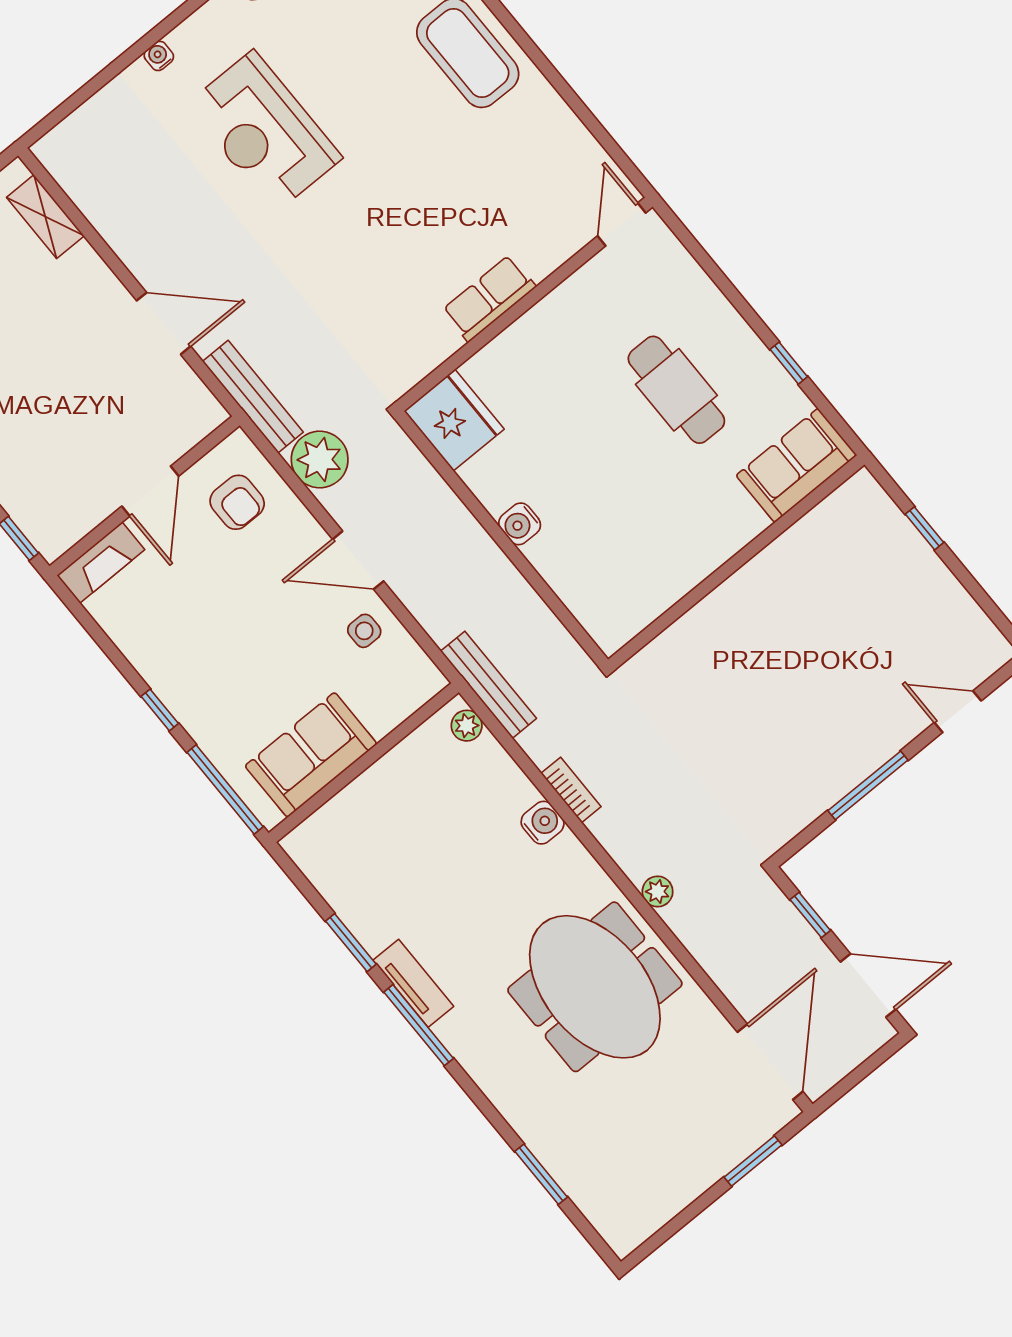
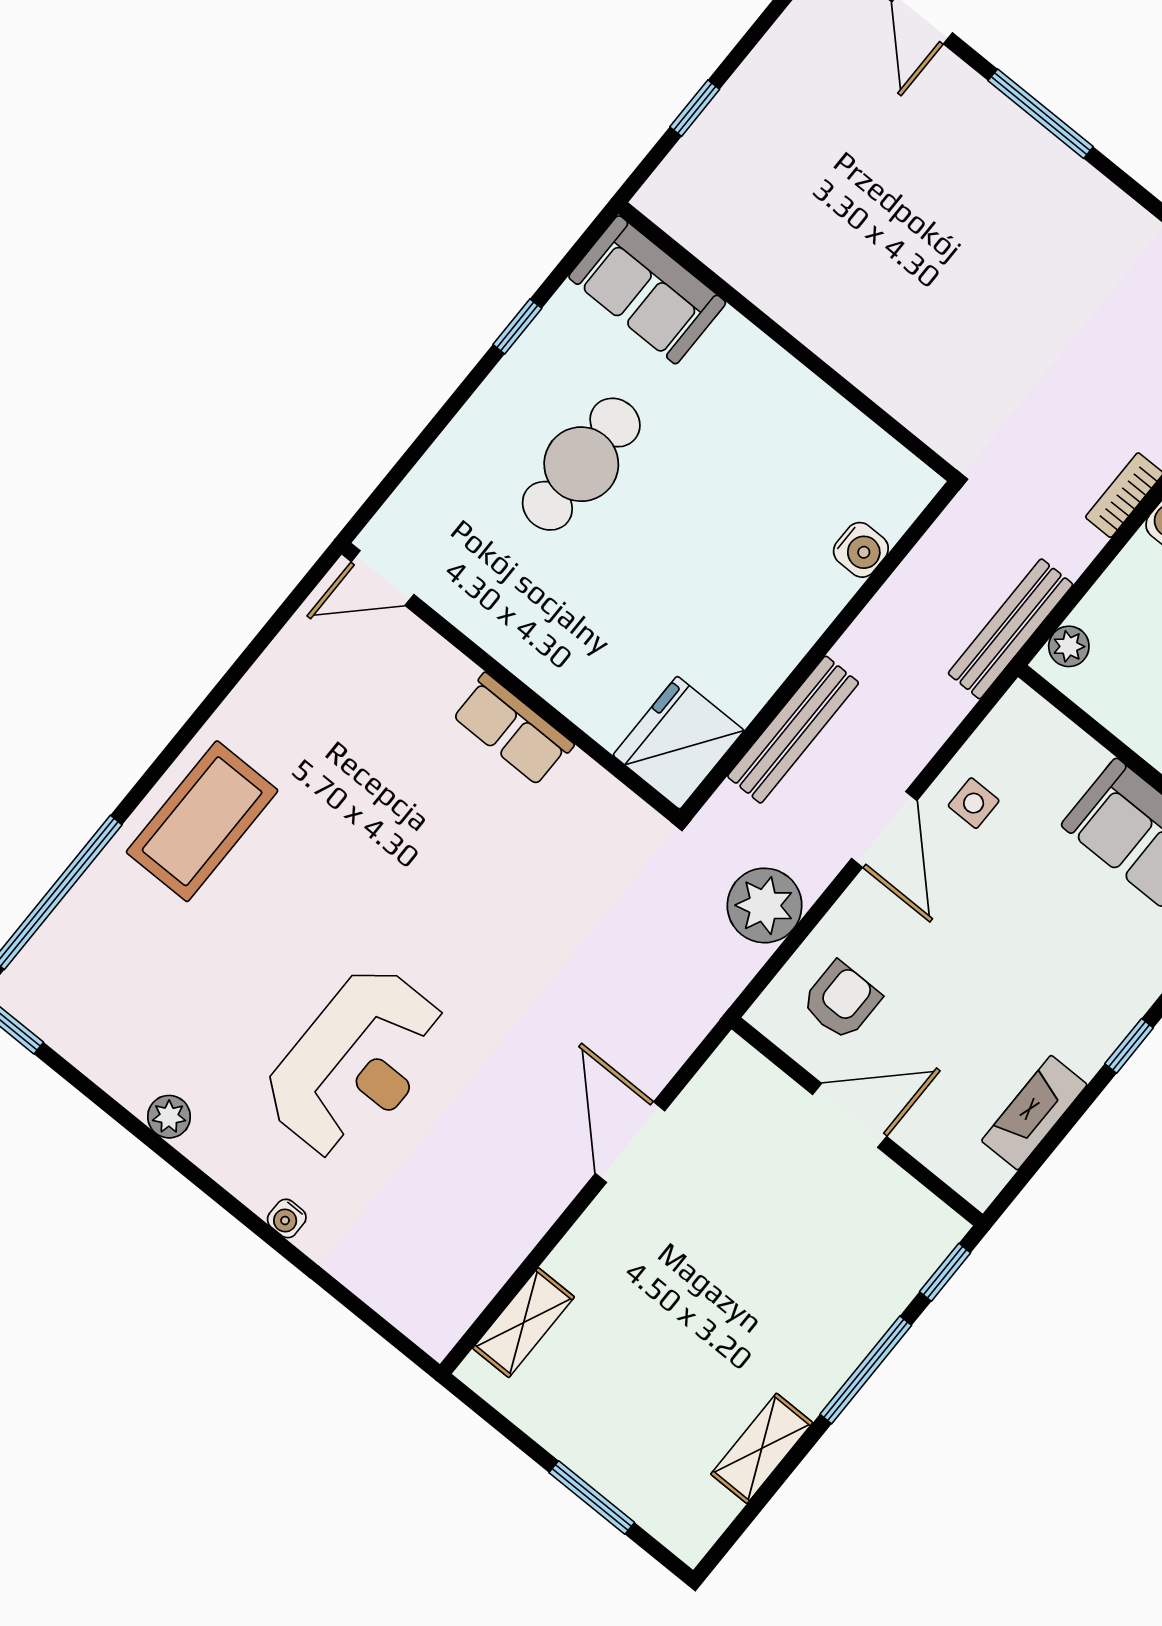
bench: (253, 397) -> (793, 730), moved
water cooler: (520, 524) -> (861, 550), moved
fireplace: (101, 563) -> (1034, 1113), moved, turned -90

